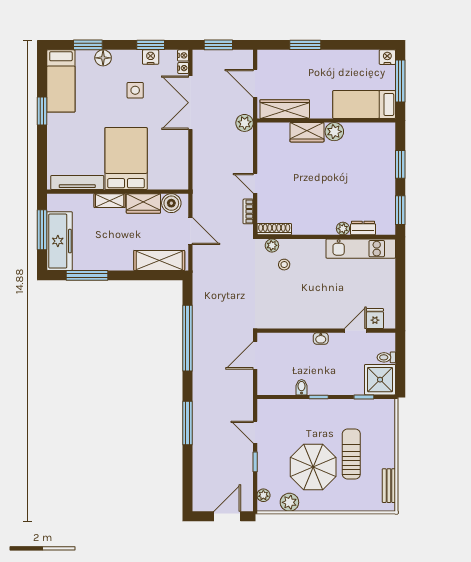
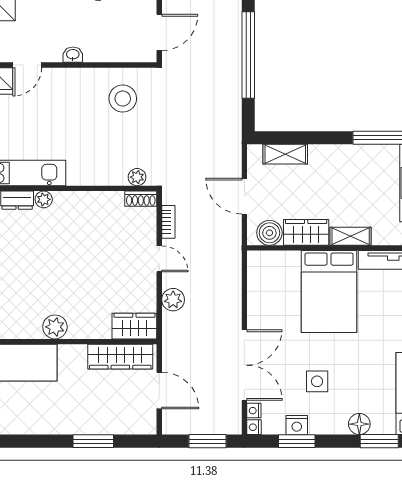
plant: (245, 123) -> (173, 300), moved
wardrobe: (307, 132) -> (134, 326), moved
shoe rack: (274, 229) -> (141, 199), width x0.70
shelving: (159, 260) -> (285, 154), width x0.67, depth x0.75
stool: (284, 265) -> (123, 99), moved, width x1.89, depth x1.89

